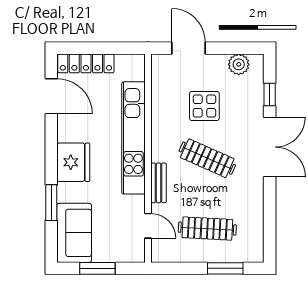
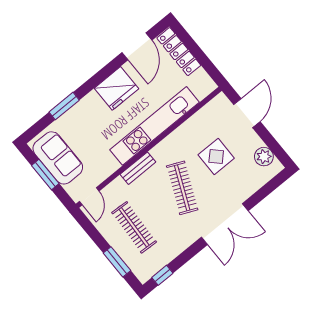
window: (270, 94) -> (162, 275), moved
fridge: (73, 162) -> (116, 88), moved
door: (148, 226) -> (89, 196), moved
sofa: (74, 233) -> (58, 158), moved, turned -90

